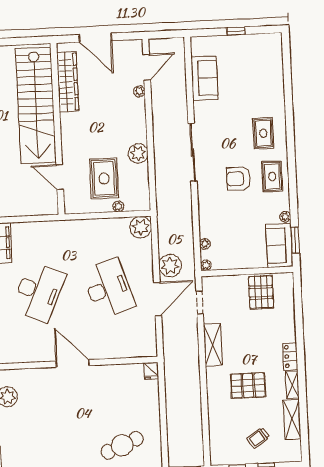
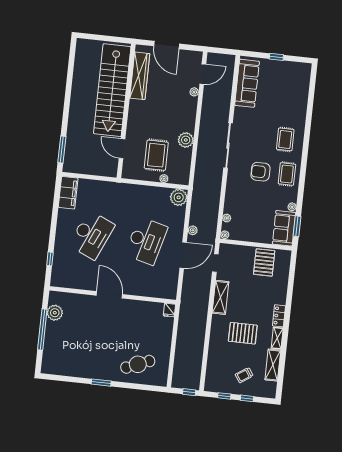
sofa: (205, 78) -> (247, 83), width x1.36
plant: (170, 266) -> (193, 230), width x0.53, depth x0.53
desk: (108, 288) -> (146, 241), turned 33

